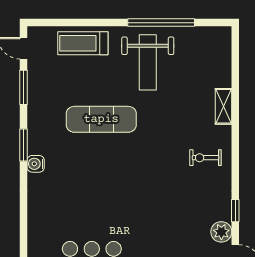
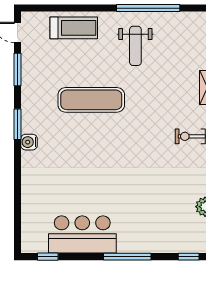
treadmill: (83, 43) -> (74, 28), turned 180
weight bench: (148, 62) -> (135, 46), width x0.73, depth x0.75

